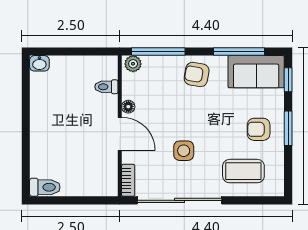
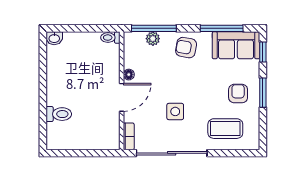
plant: (133, 64) -> (153, 39), moved
toilet: (106, 87) -> (110, 38), moved
armchair: (259, 129) -> (238, 94), turned 90
door: (120, 134) -> (122, 97), hinge flipped
toilet: (45, 187) -> (59, 114), moved

